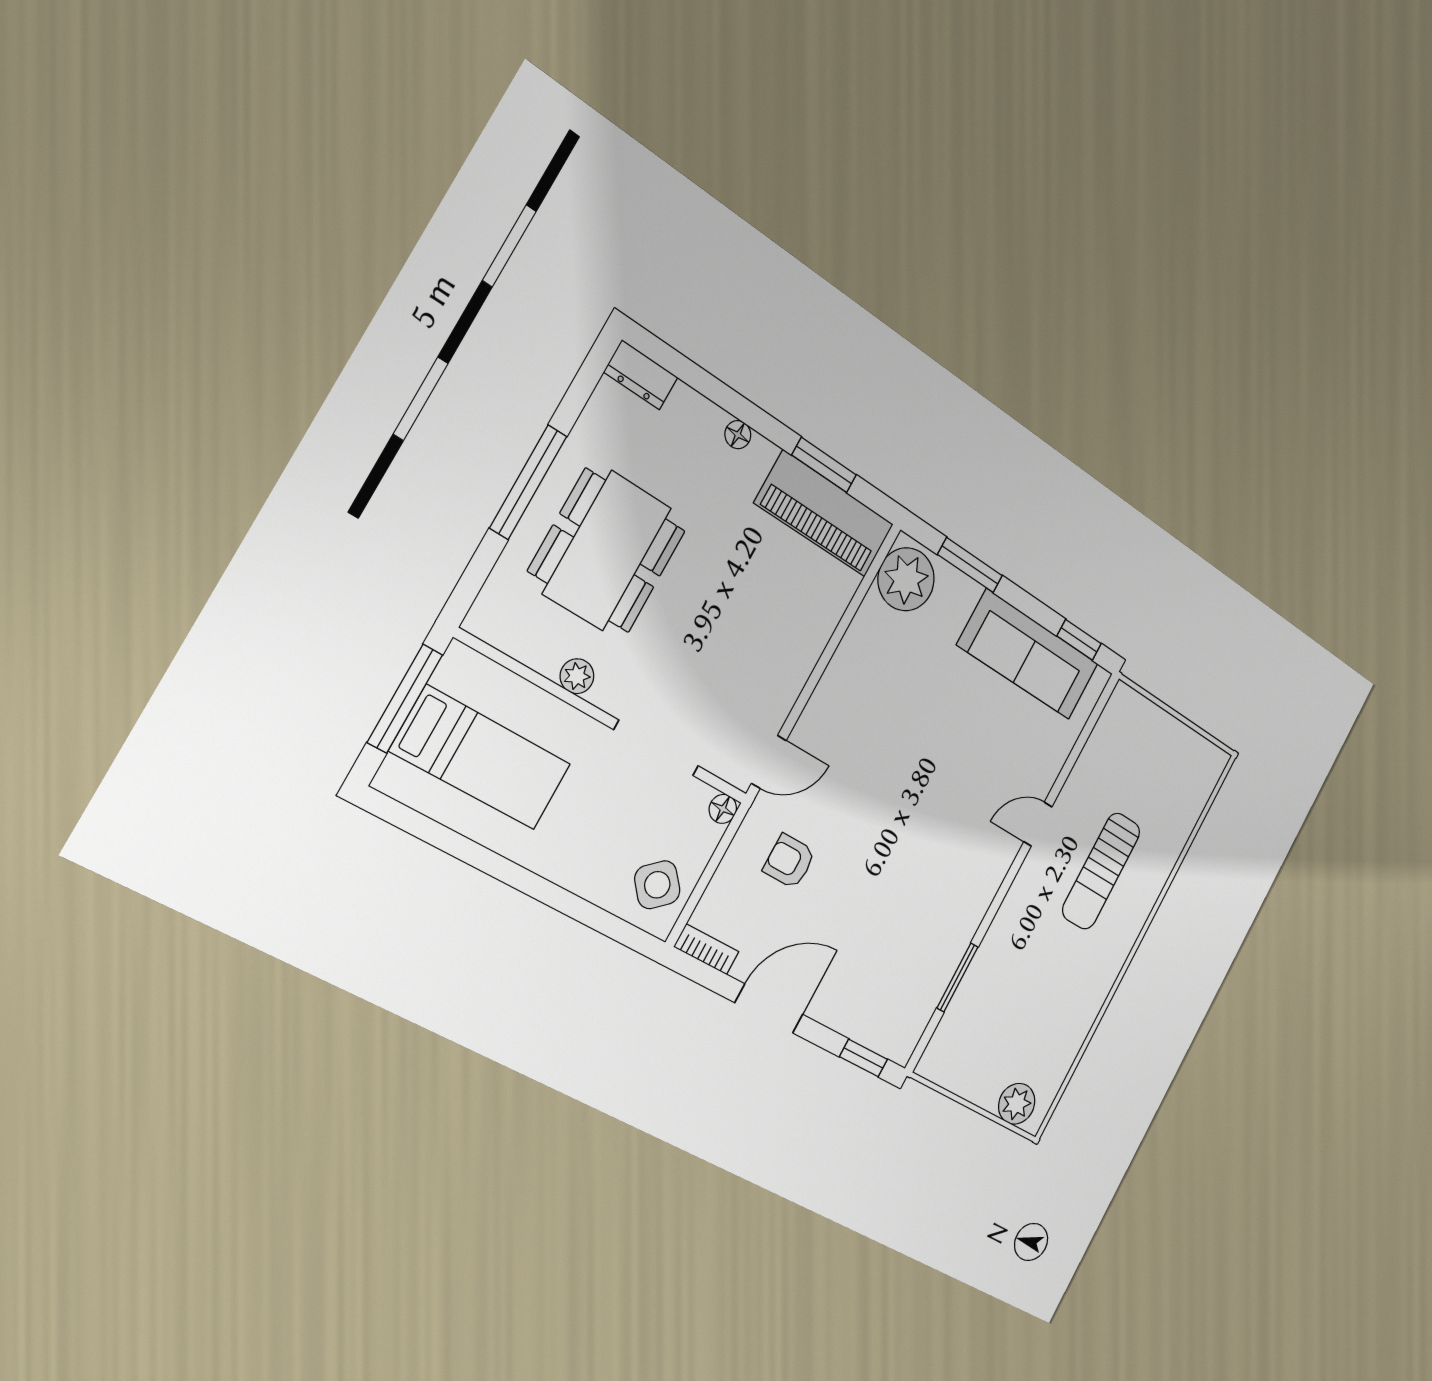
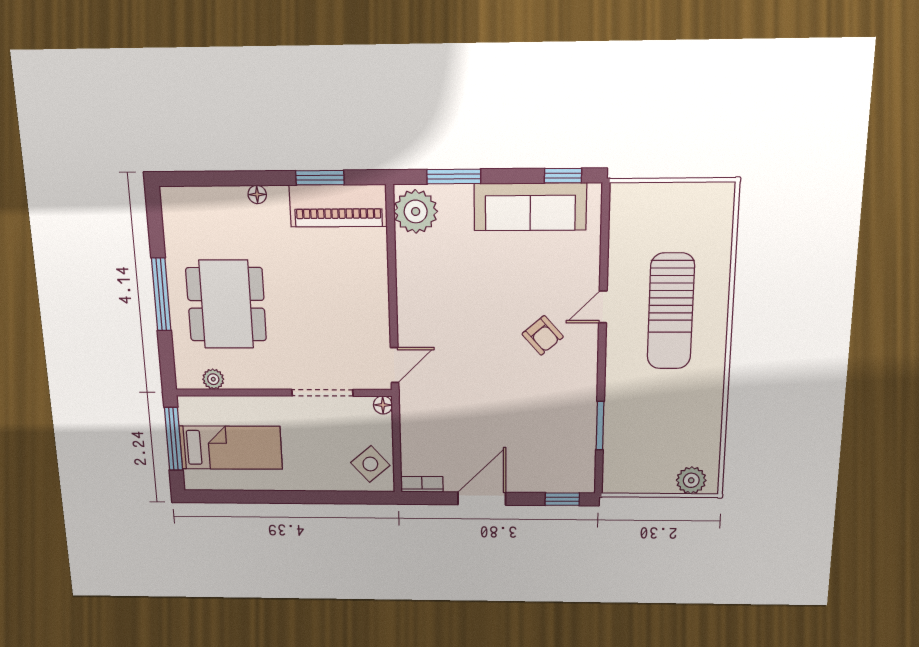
dresser: (641, 375) -> (182, 198), removed
plant: (577, 676) -> (213, 379), moved
armchair: (789, 861) -> (543, 335), moved, turned -131
sun lounger: (1101, 871) -> (671, 311), width x1.36, depth x1.34

